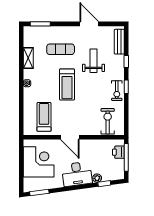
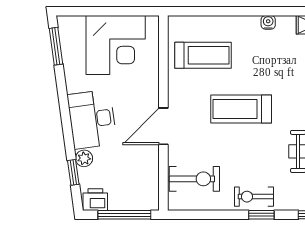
treadmill: (67, 85) -> (241, 109), moved
door: (70, 137) -> (163, 126), moved
printer: (118, 152) -> (95, 200), moved

